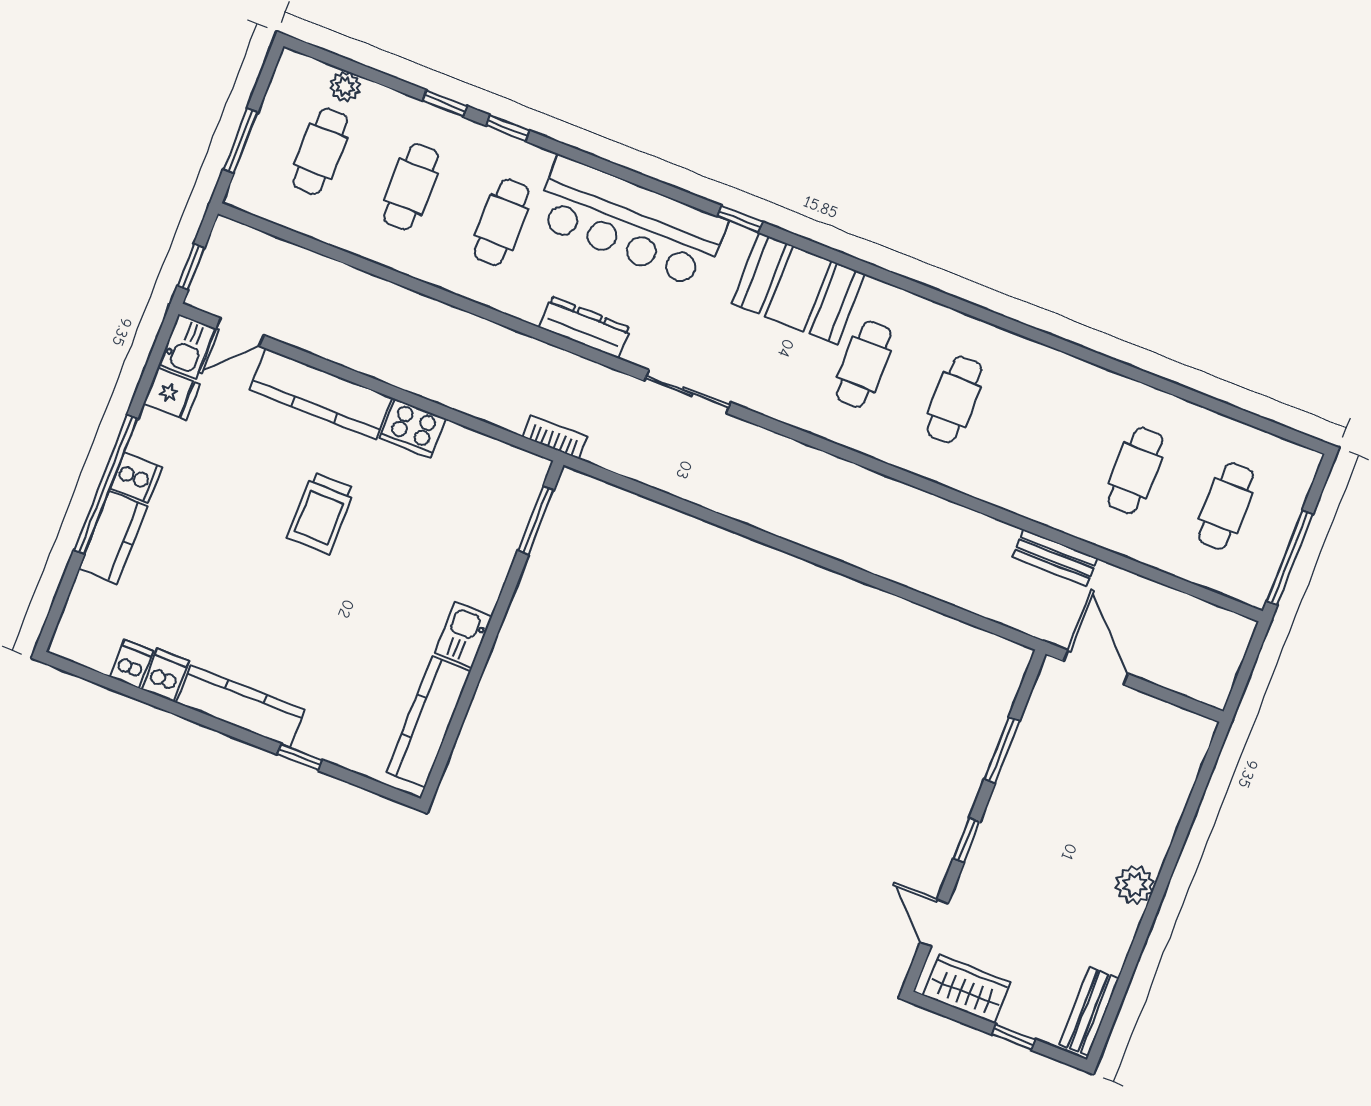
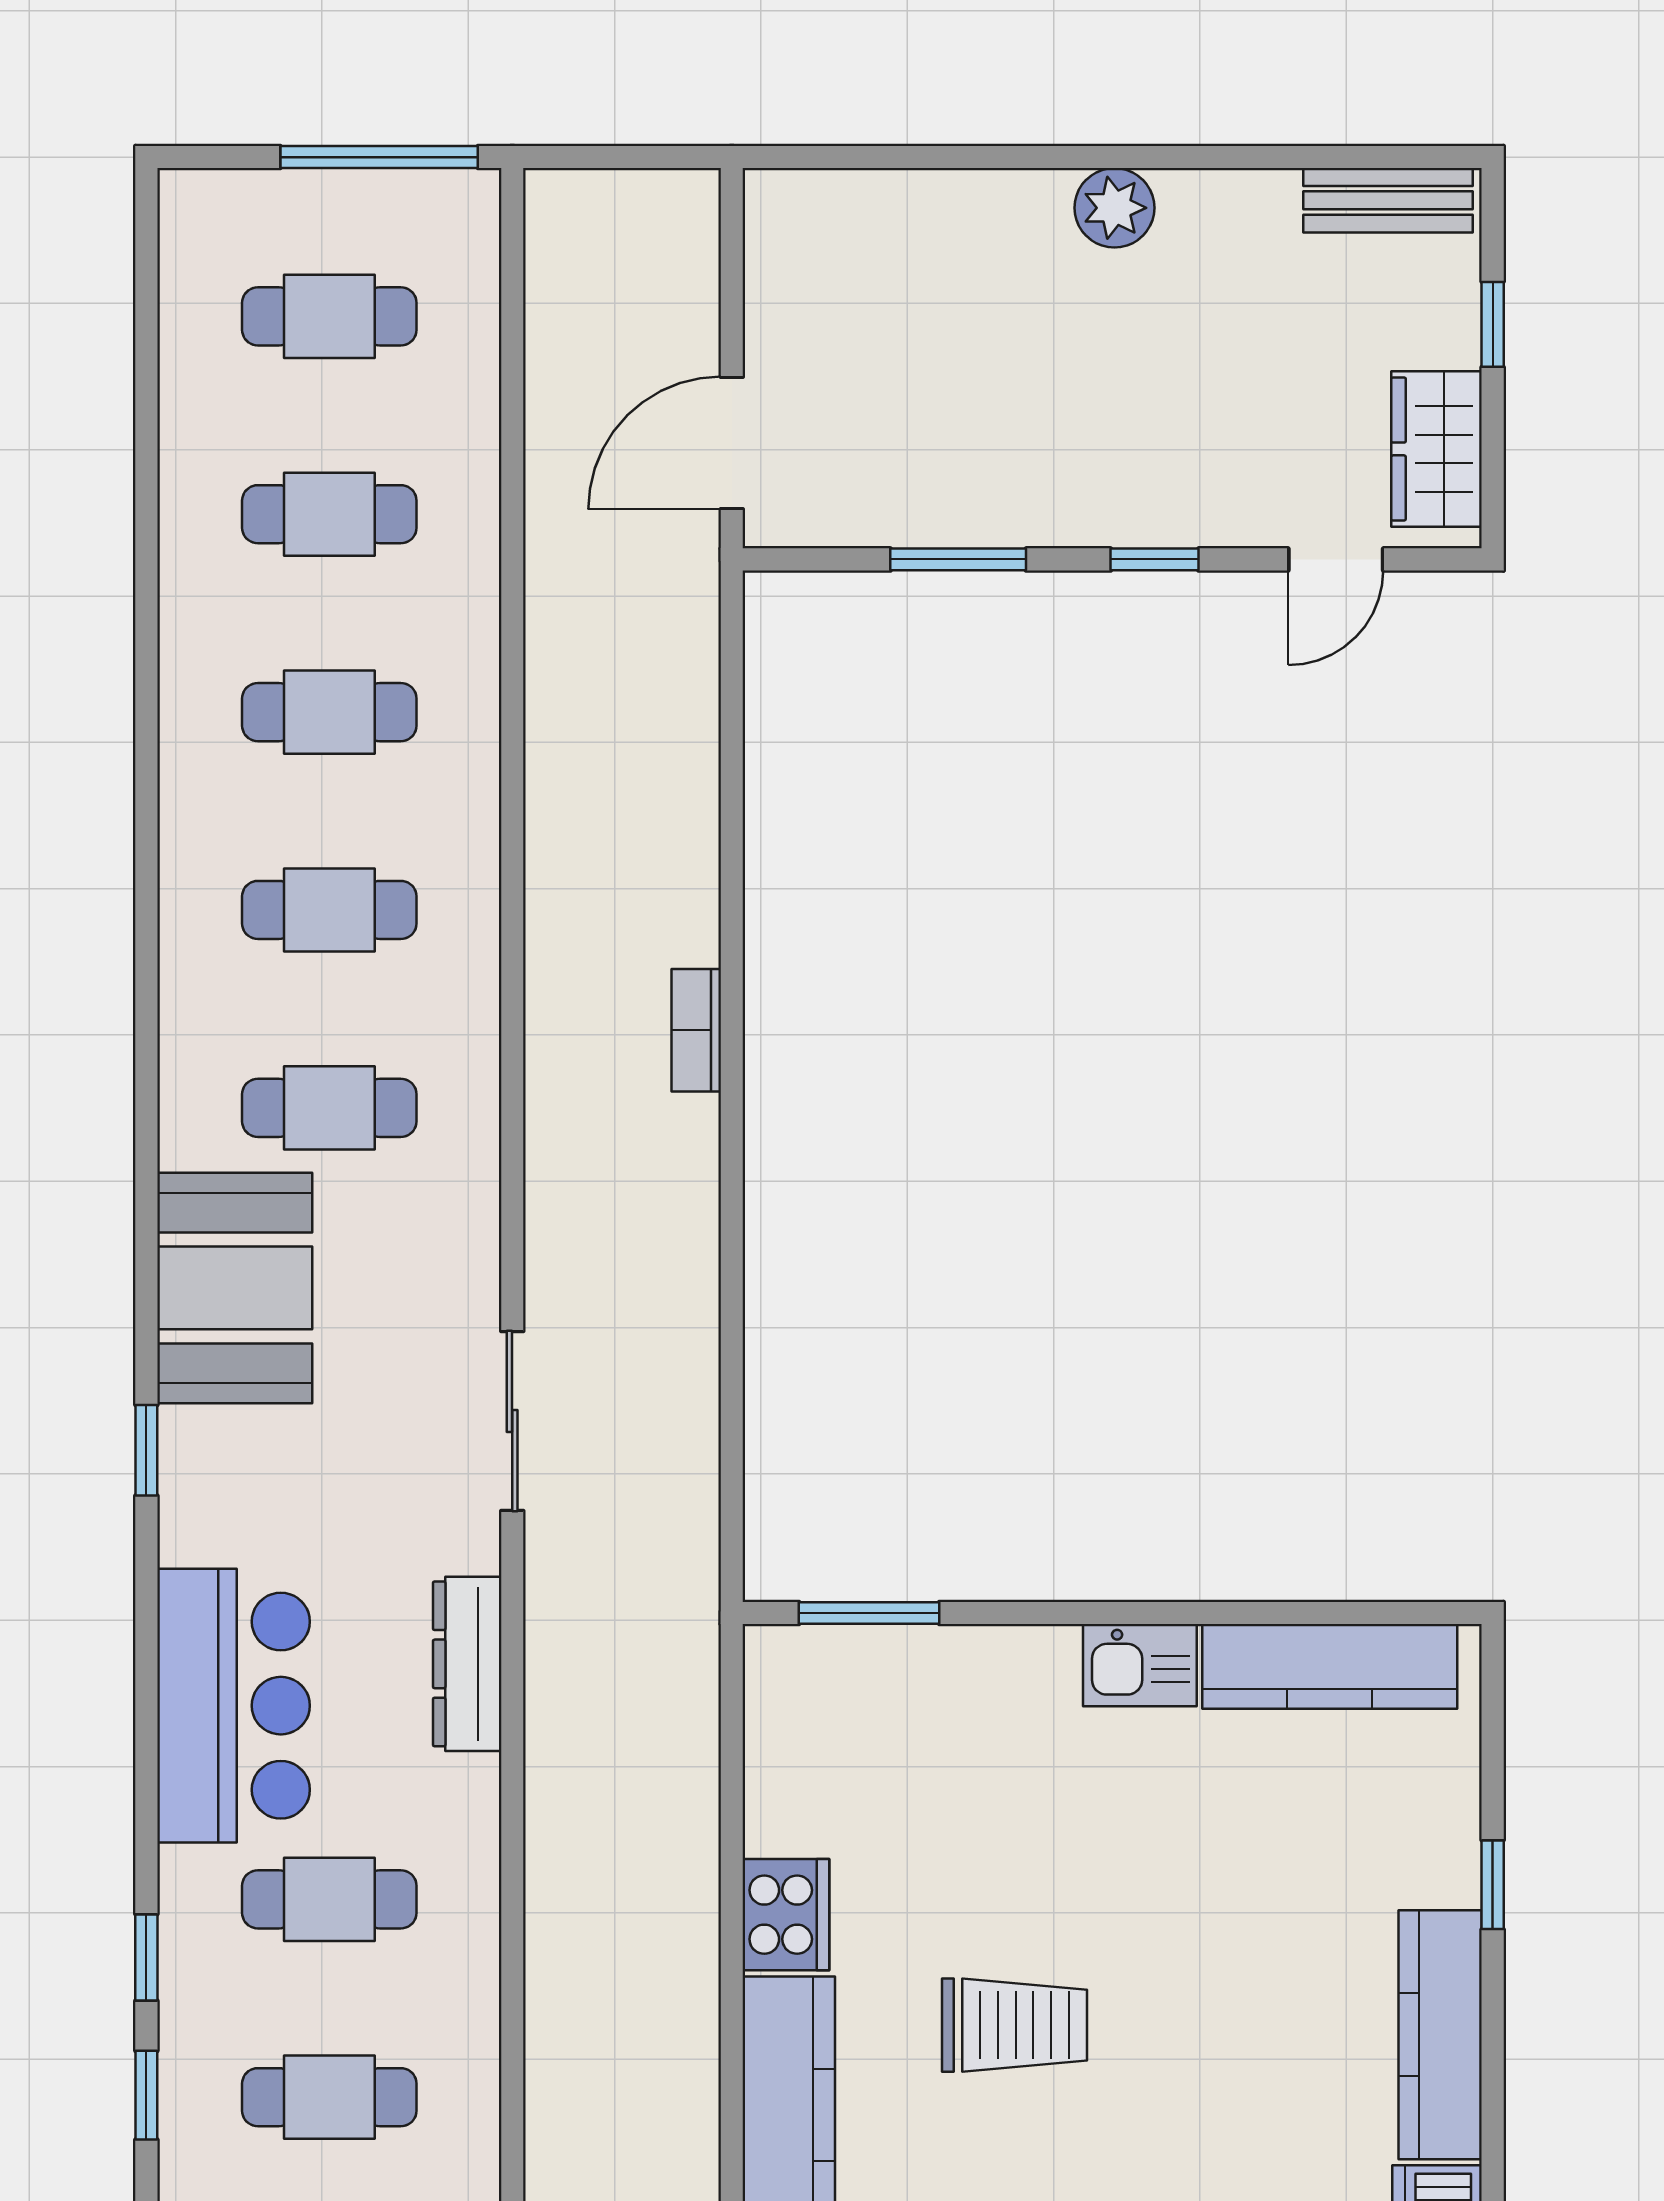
bar counter: (630, 222) -> (234, 1706), width x0.73
cafe table: (1045, 435) -> (329, 712), added
bookcase: (555, 437) -> (696, 1030), moved
bench: (1055, 558) -> (554, 602), removed

